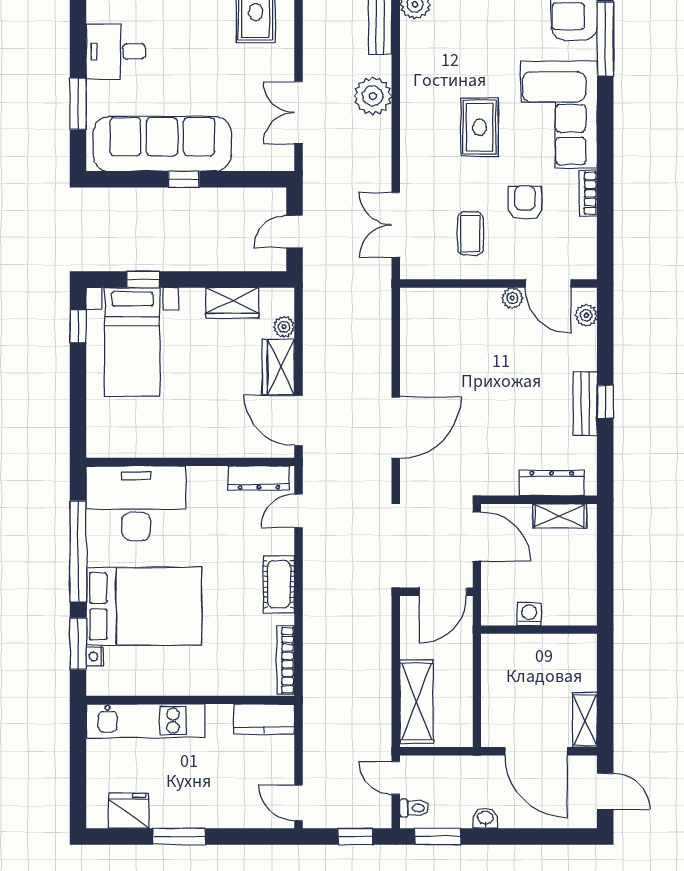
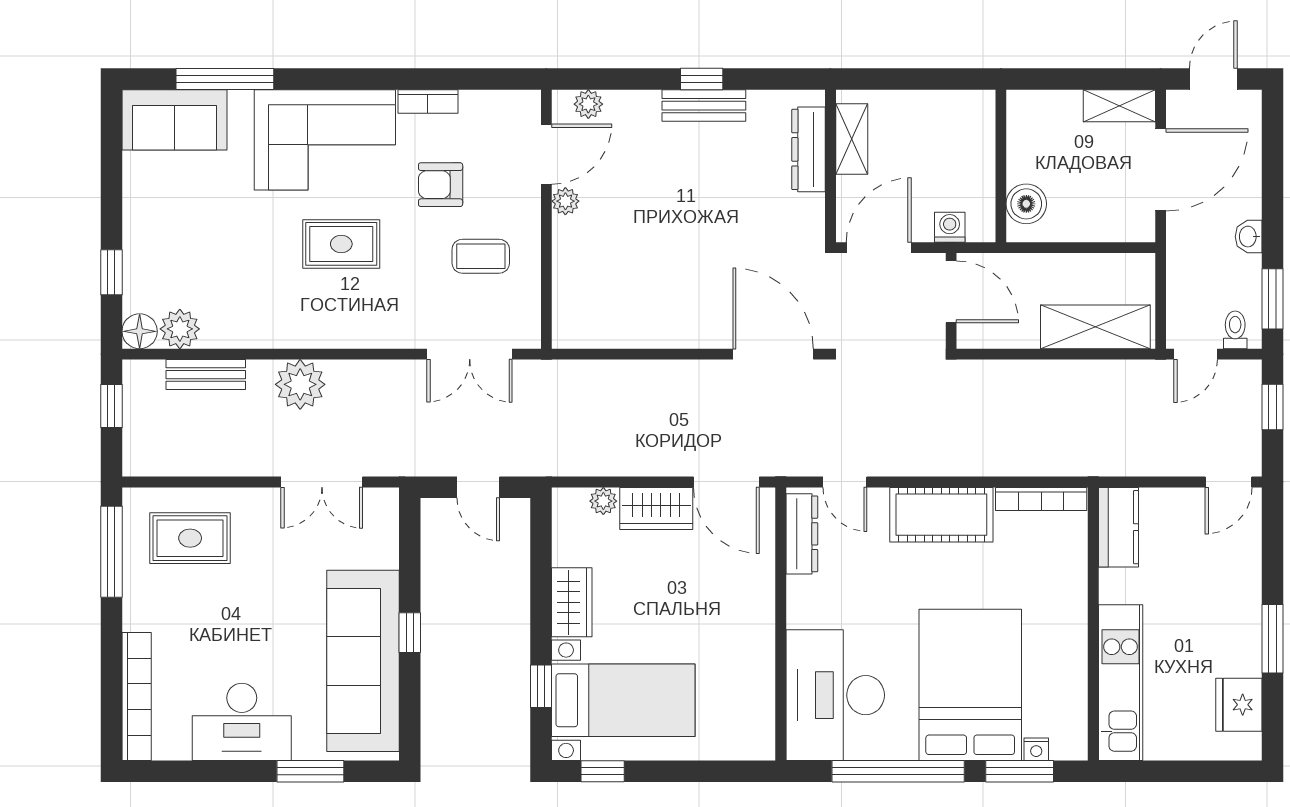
desk: (116, 51) -> (242, 722), width x1.37
wardrobe: (232, 303) -> (572, 602), moved
door: (298, 421) -> (726, 482), hinge flipped
door: (396, 428) -> (773, 354), moved
cot: (279, 584) -> (941, 515), width x1.37, depth x1.34
washing machine: (529, 614) -> (950, 227), moved, turned 90
boiler: (510, 649) -> (1026, 204), added

